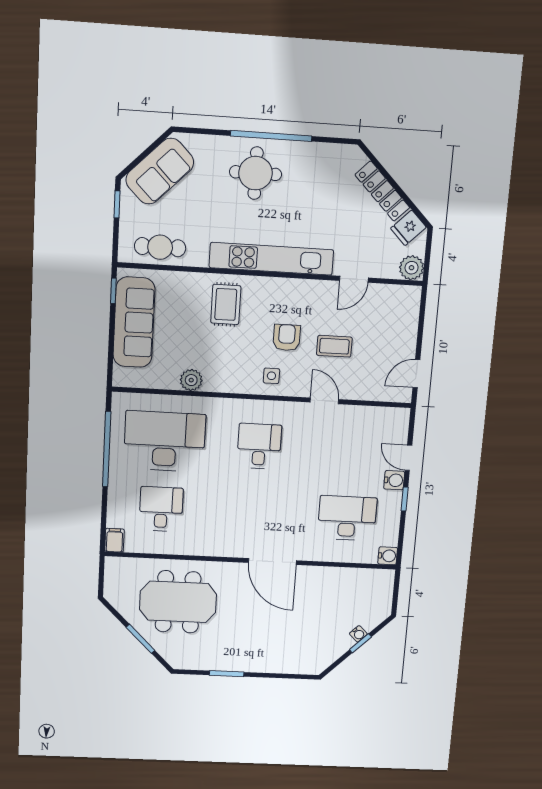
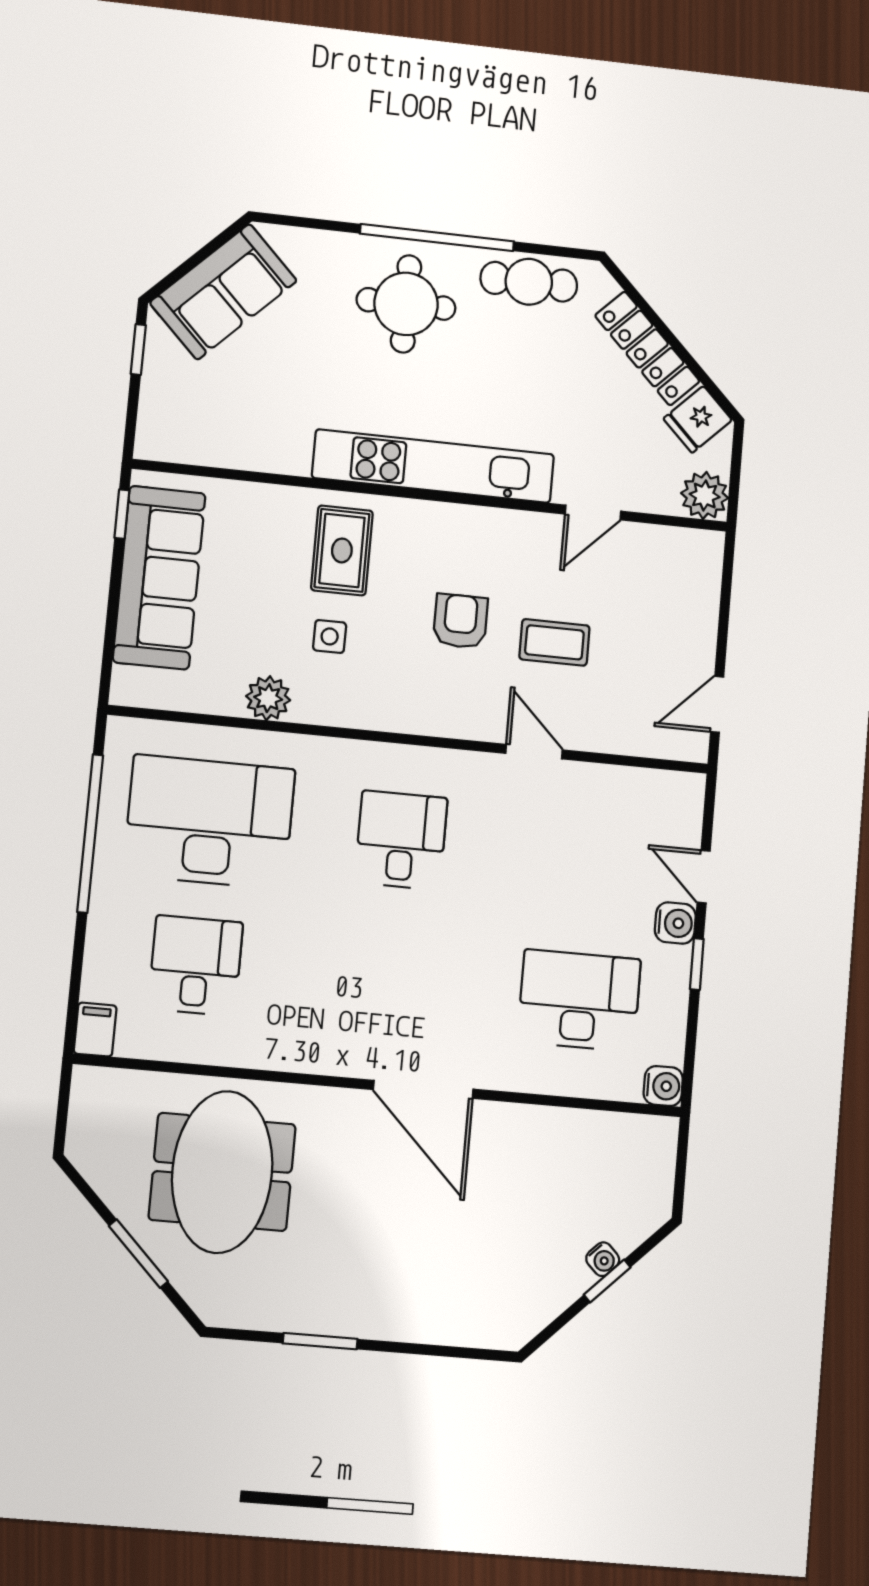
cafe table: (160, 247) -> (529, 282), moved
side table: (271, 376) -> (330, 636), moved
meeting table: (178, 602) -> (222, 1172), turned 90

